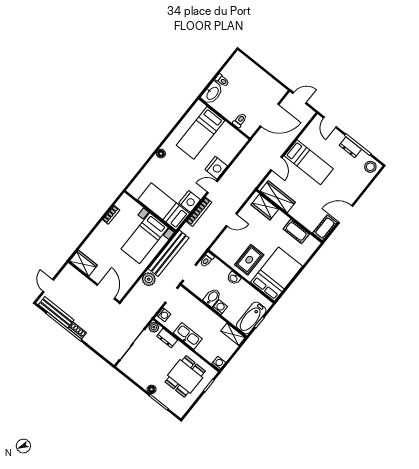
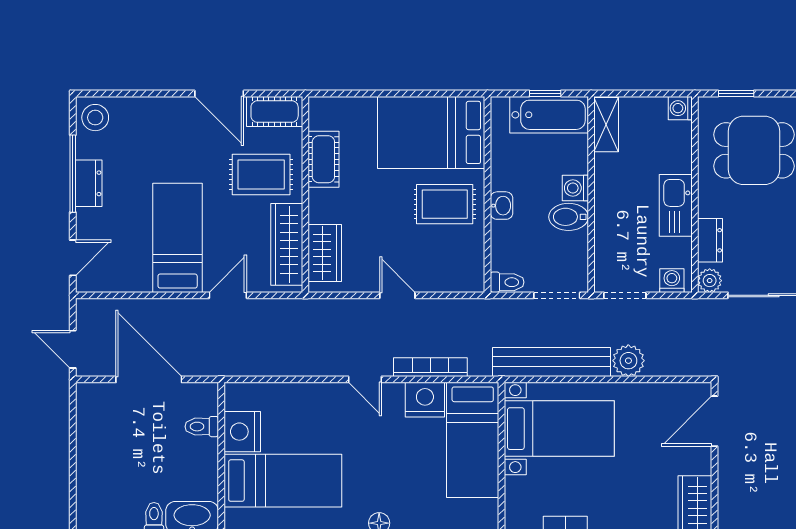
nightstand: (216, 168) -> (242, 432), moved, turned -90
rug: (308, 207) -> (261, 175), added

